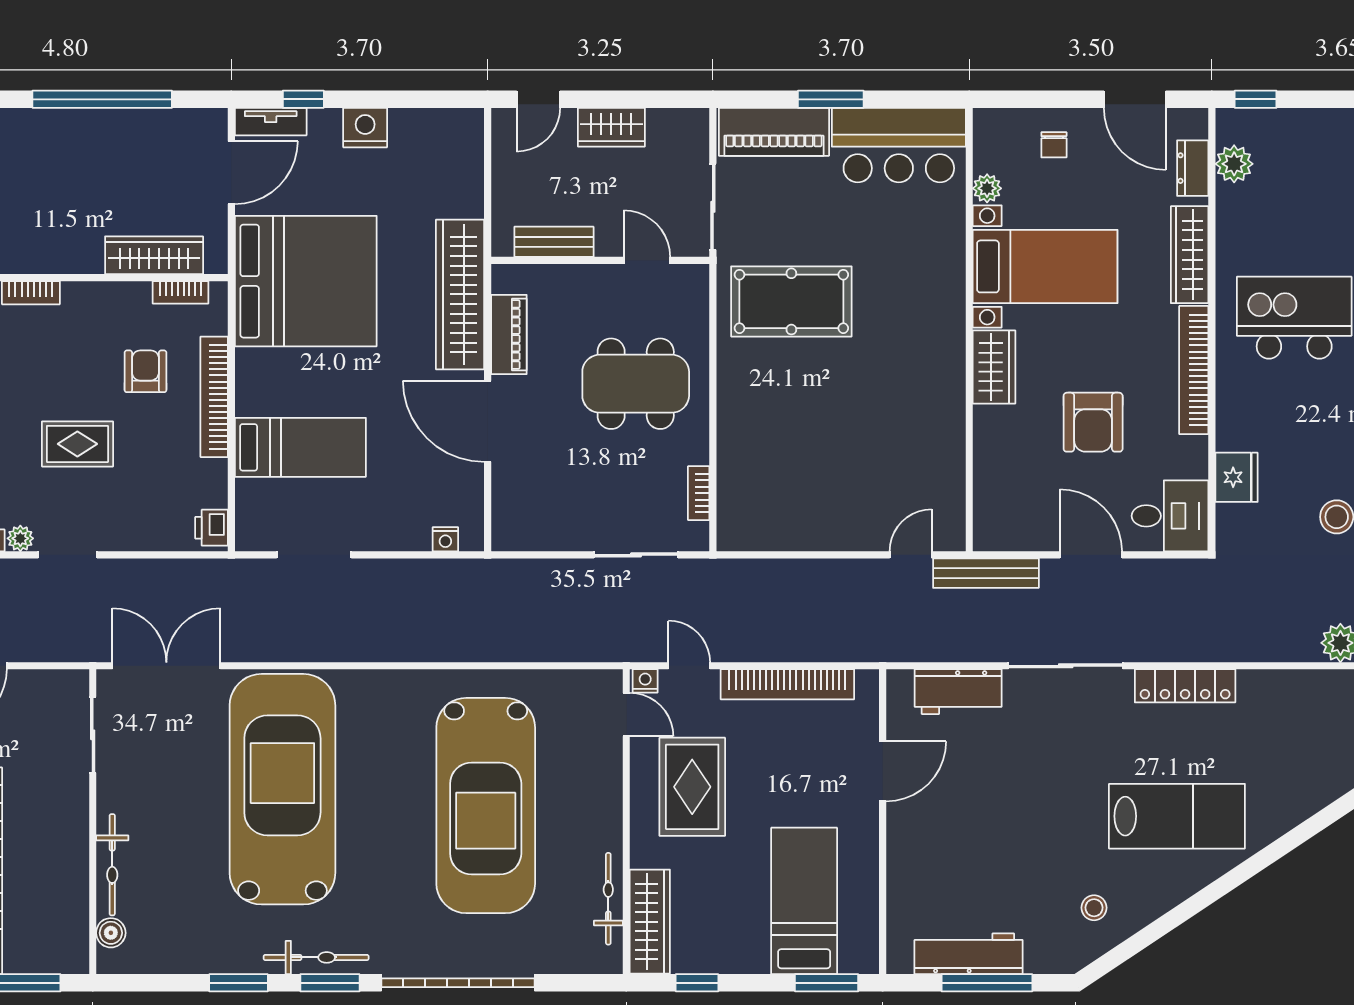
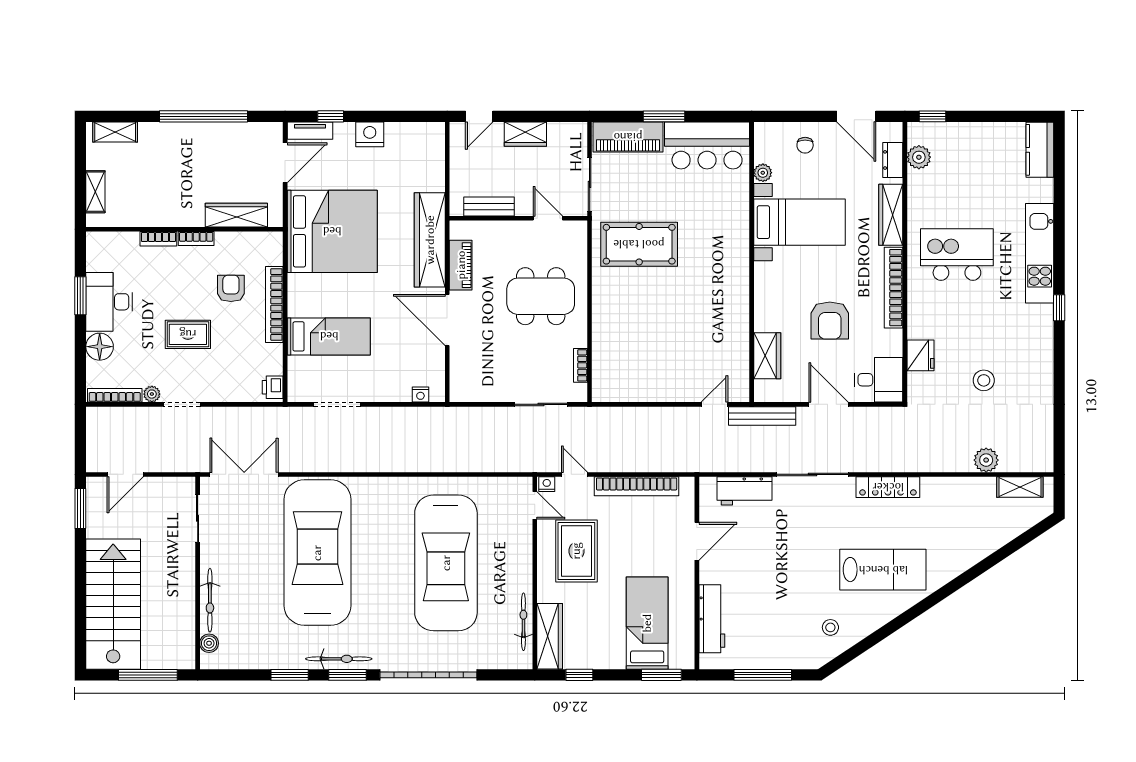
bookcase: (181, 292) -> (196, 238), moved
wardrobe: (994, 367) -> (767, 356), moved
workbench: (969, 954) -> (712, 619), moved, turned 90

